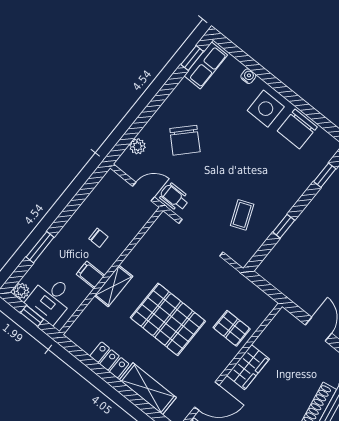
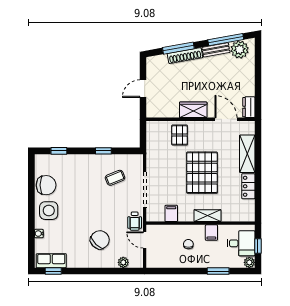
filing cabinet: (149, 246) -> (171, 213), added

